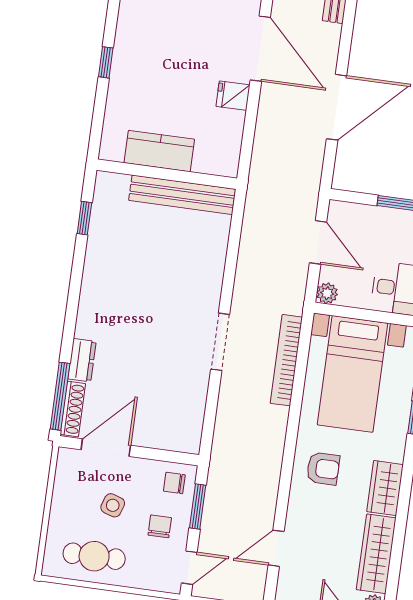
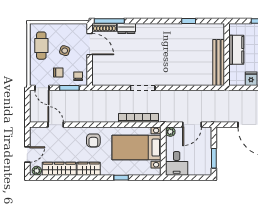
kitchen counter: (159, 151) -> (236, 50), moved
wall: (167, 174) -> (227, 54), moved
bench: (182, 195) -> (219, 62), moved

